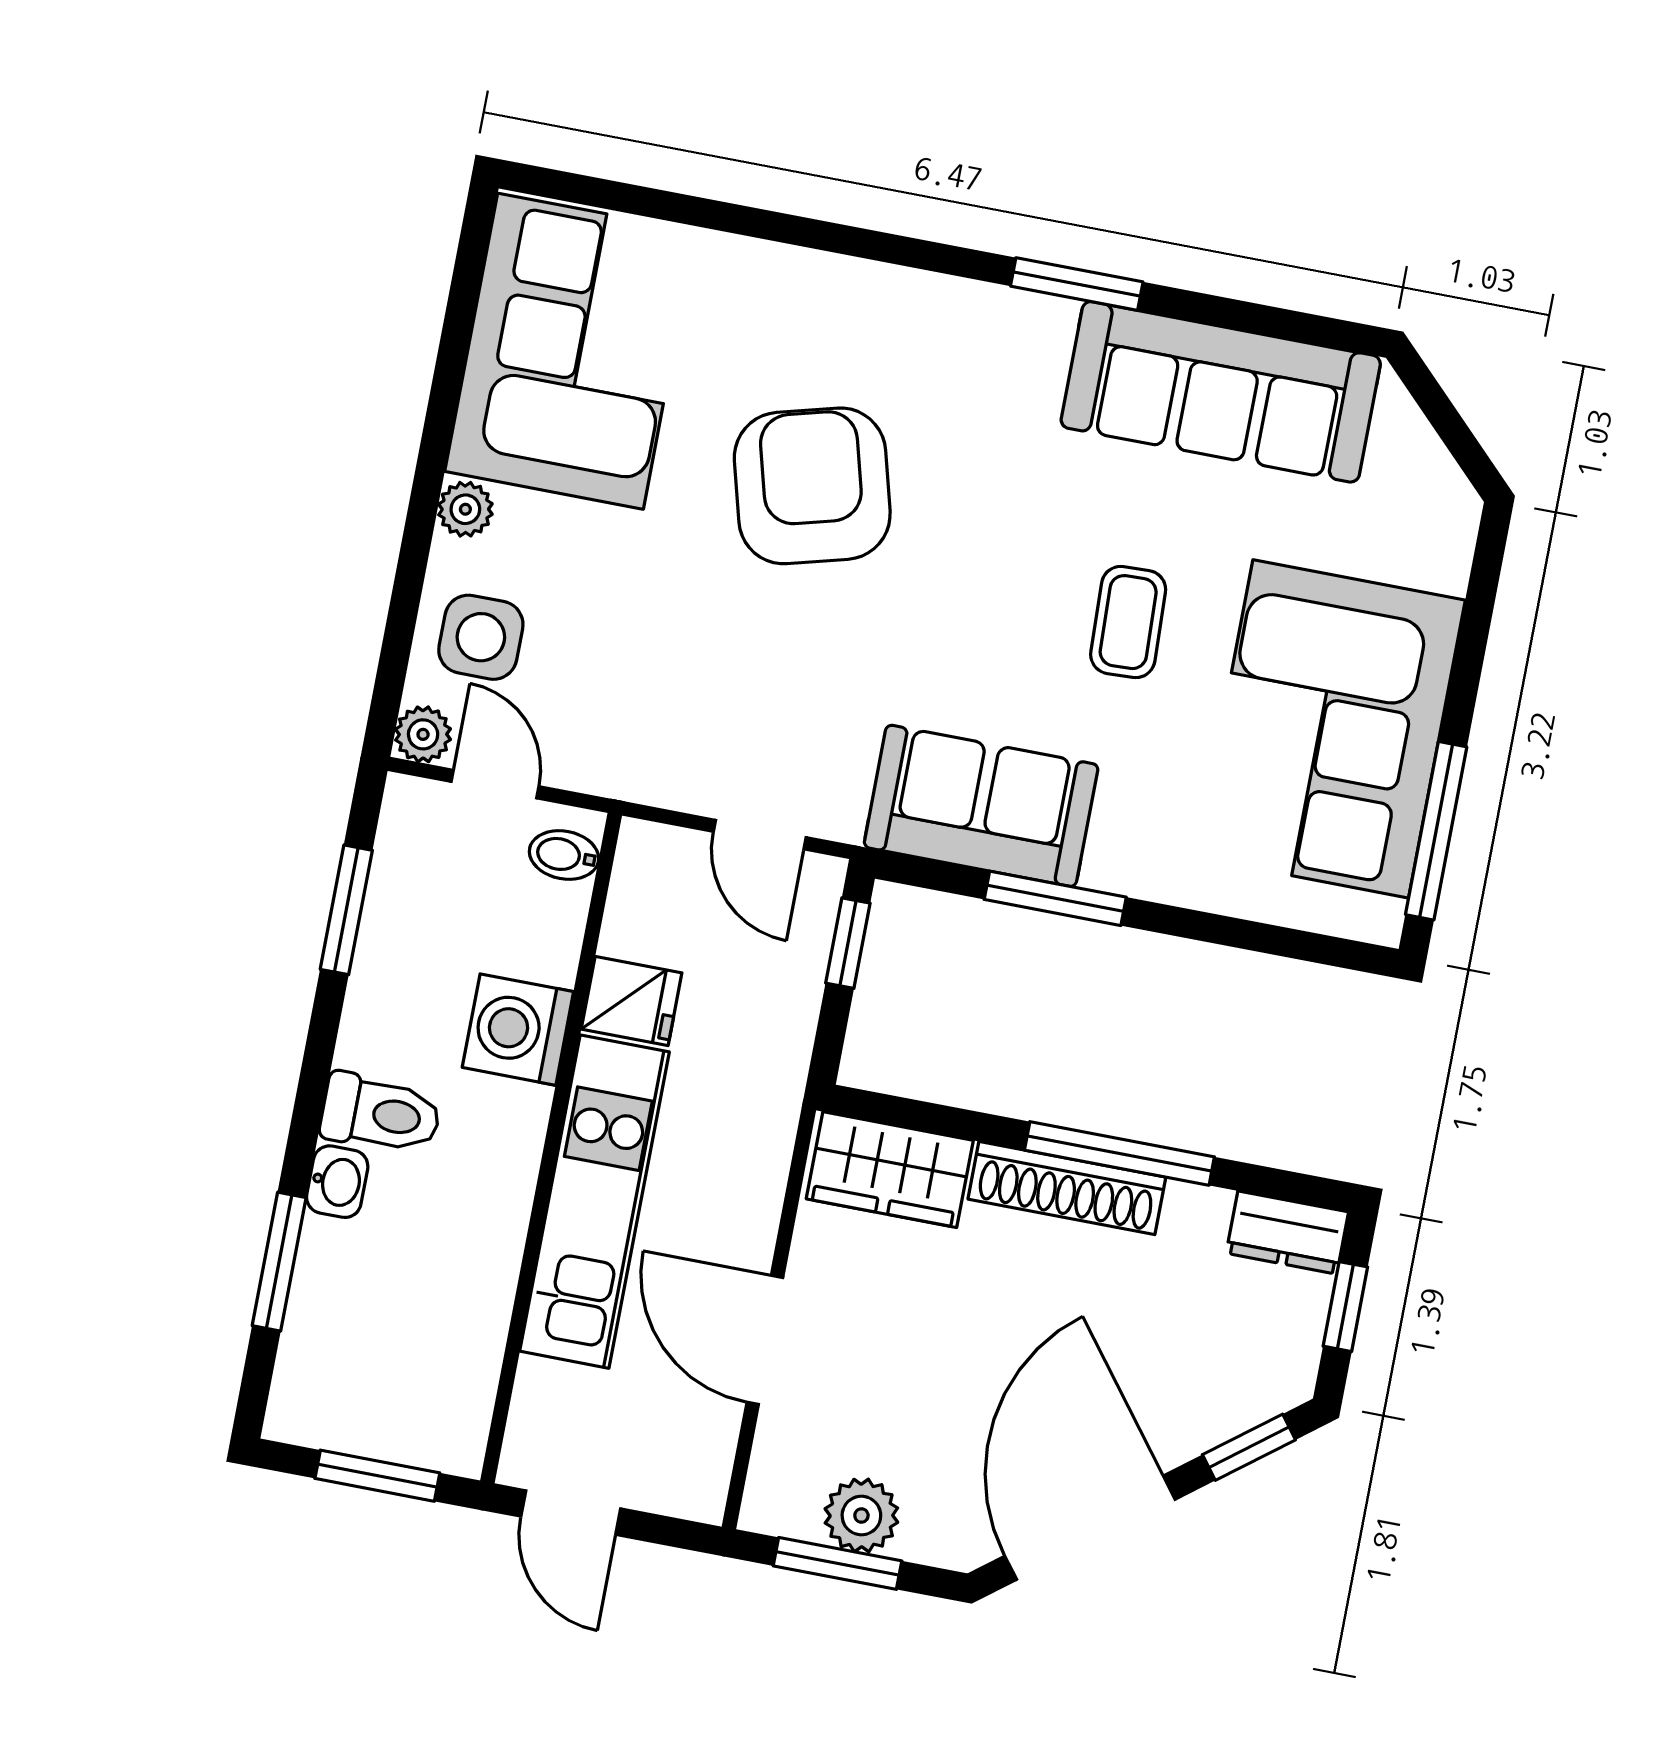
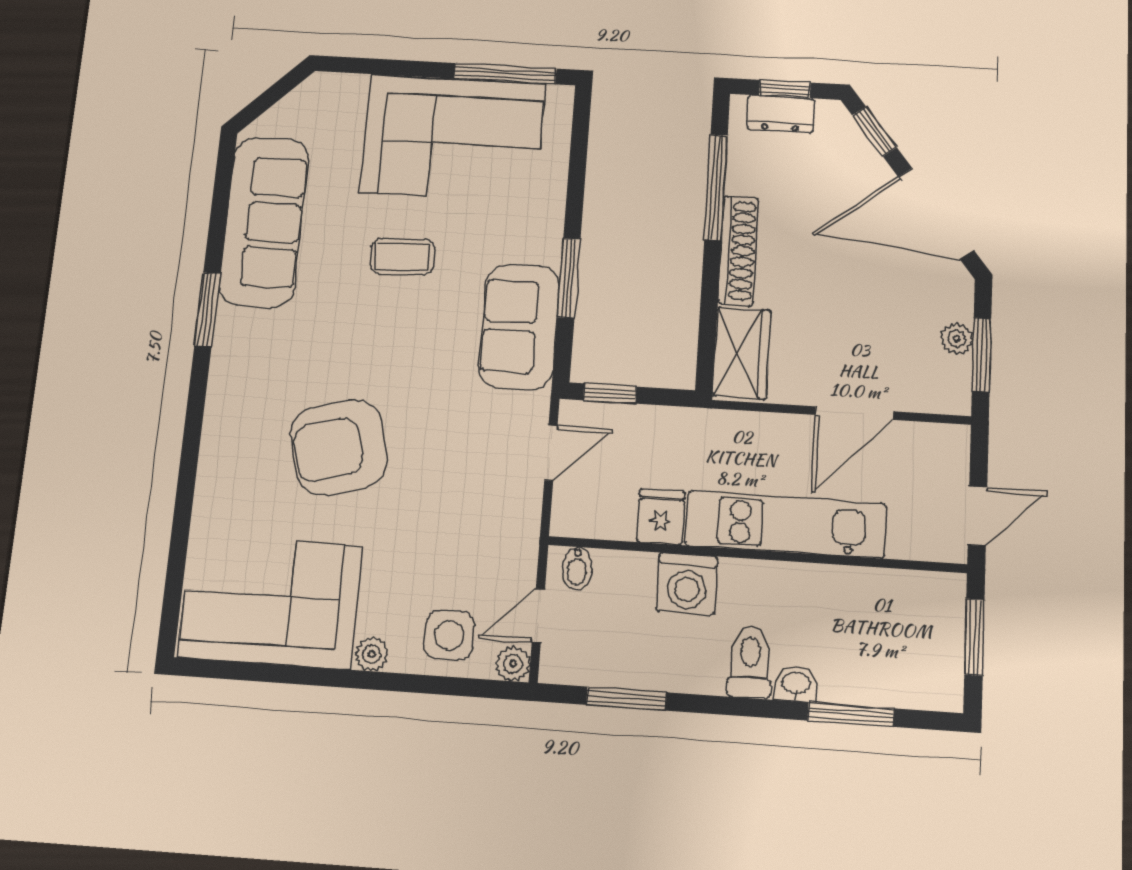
window: (1119, 1153) -> (716, 187), moved
dresser: (1287, 1233) -> (781, 114), moved, turned 90
plant: (861, 1516) -> (957, 339), width x0.73, depth x0.73

